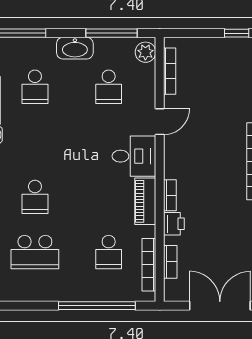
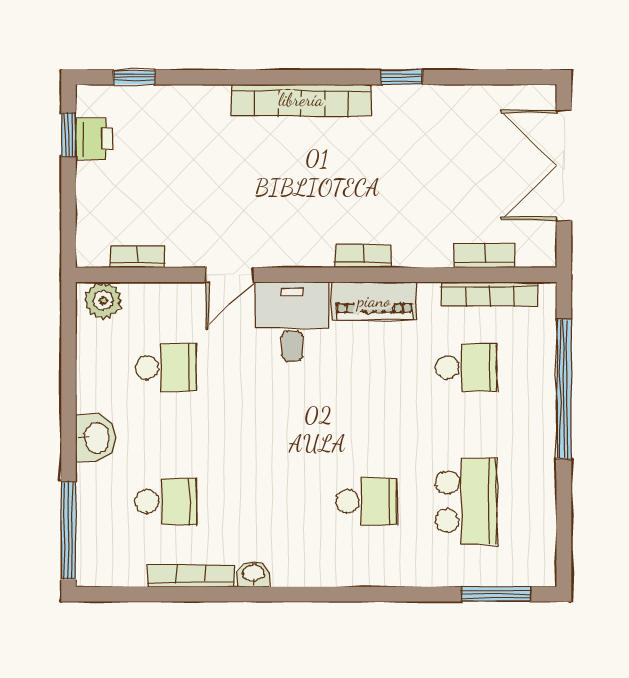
window: (112, 33) -> (68, 362), removed
washbasin: (75, 48) -> (96, 438), width x0.72
bookcase: (170, 71) -> (138, 257), width x0.64
door: (160, 122) -> (229, 275), swing flipped
printer: (174, 224) -> (94, 139), moved, turned 90

